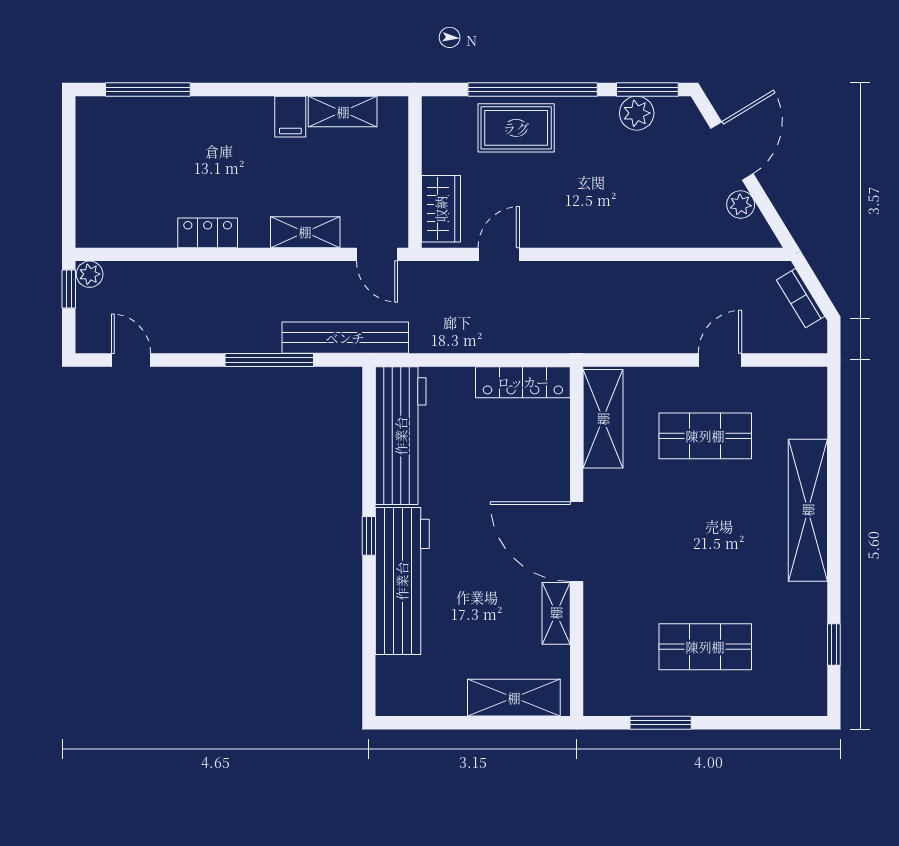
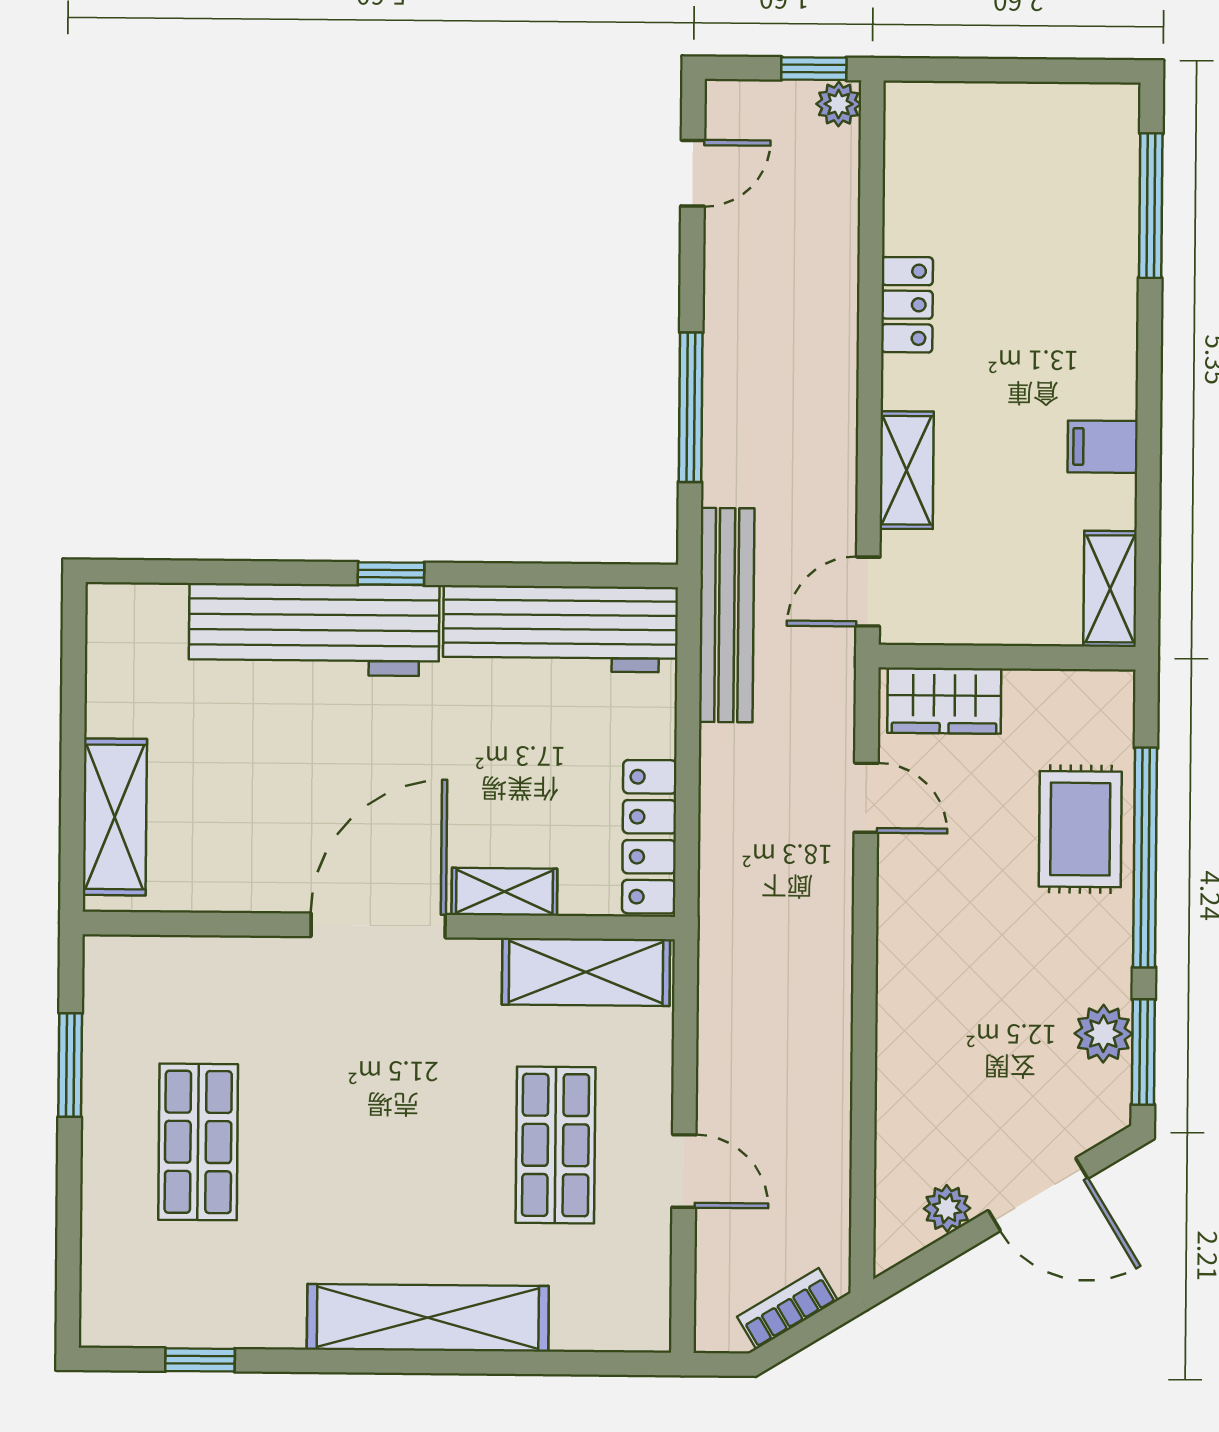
shelving: (343, 112) -> (1110, 589), moved
bench: (345, 338) -> (727, 615), moved
shelving: (556, 613) -> (504, 892), moved

